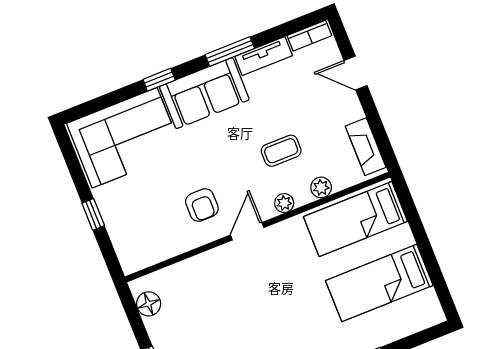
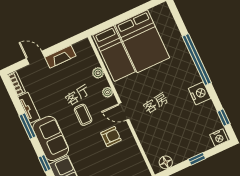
door: (356, 73) -> (35, 58), swing flipped
fireplace: (366, 147) -> (60, 57), moved
coffee table: (281, 151) -> (83, 115), moved
bed: (379, 283) -> (142, 41), width x1.50

